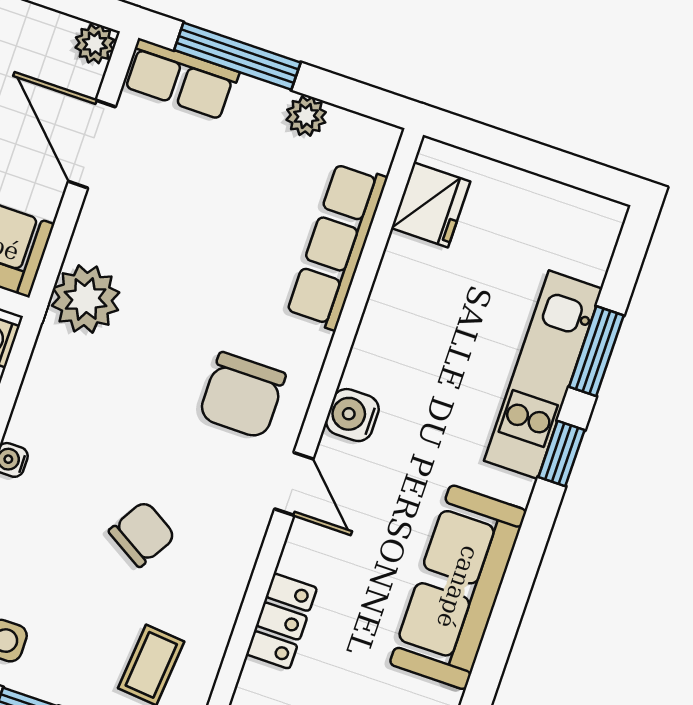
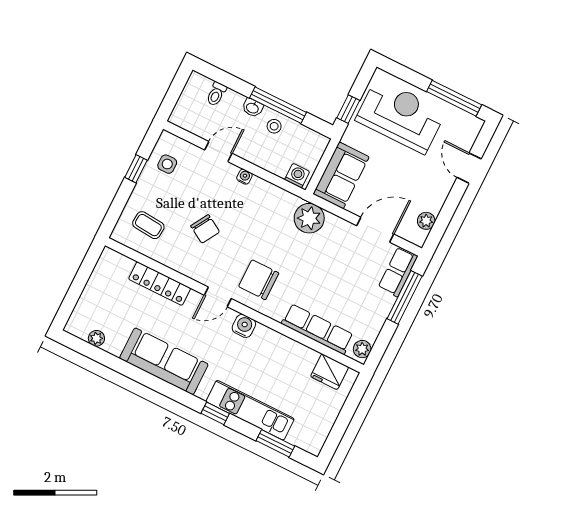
plant: (95, 44) -> (426, 221), moved
plant: (306, 116) -> (362, 349), moved
window: (596, 351) -> (275, 443), moved
locker: (282, 621) -> (160, 284), width x1.53

